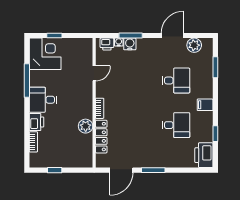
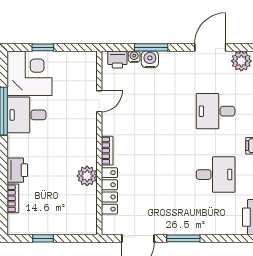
desk: (176, 81) -> (216, 111), turned 180
desk: (43, 100) -> (26, 115), moved

